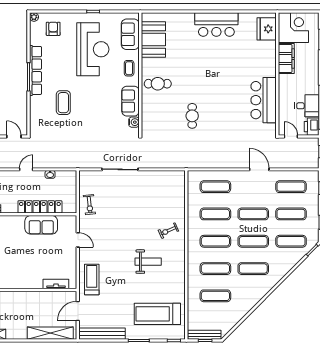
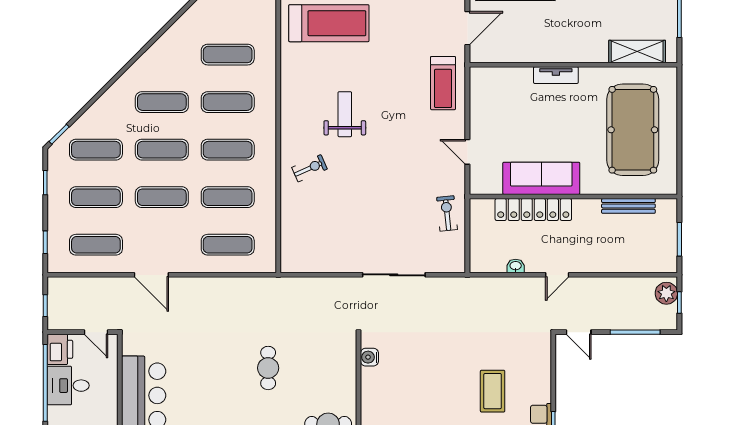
sofa: (130, 101) -> (376, 394), removed
sofa: (41, 225) -> (541, 178), width x1.36
weight bench: (148, 262) -> (345, 114), turned 90
tv unit: (56, 284) -> (556, 75), moved

